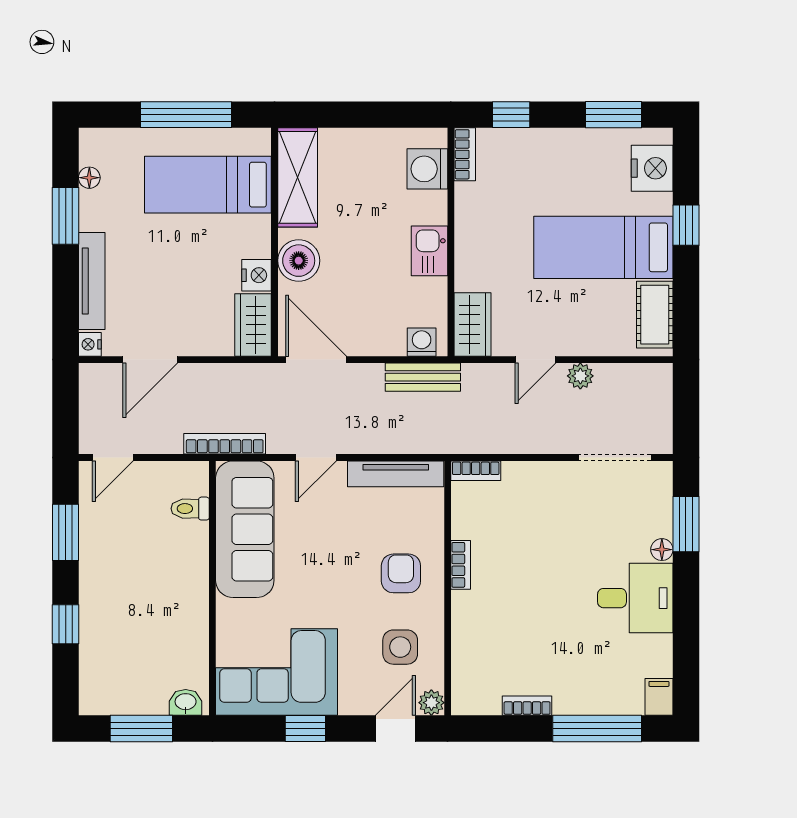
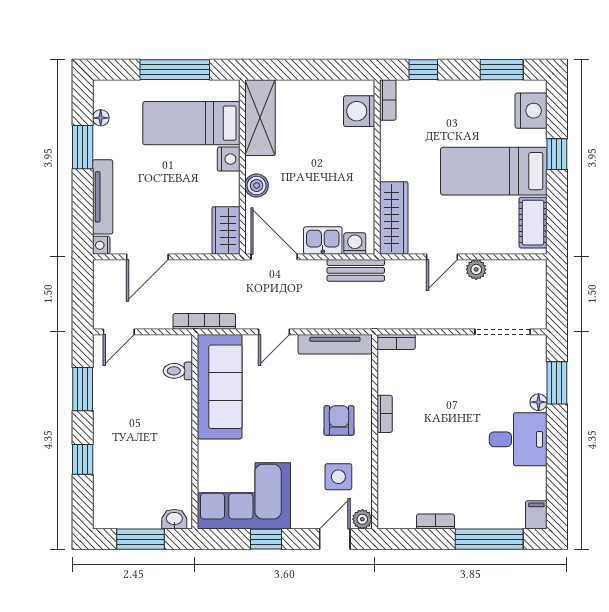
kitchen sink: (429, 251) -> (323, 241), moved, turned 90
boiler: (299, 261) -> (257, 186), width x0.73, depth x0.73
nightstand: (257, 275) -> (229, 159), moved
wardrobe: (473, 325) -> (394, 218), width x1.50

